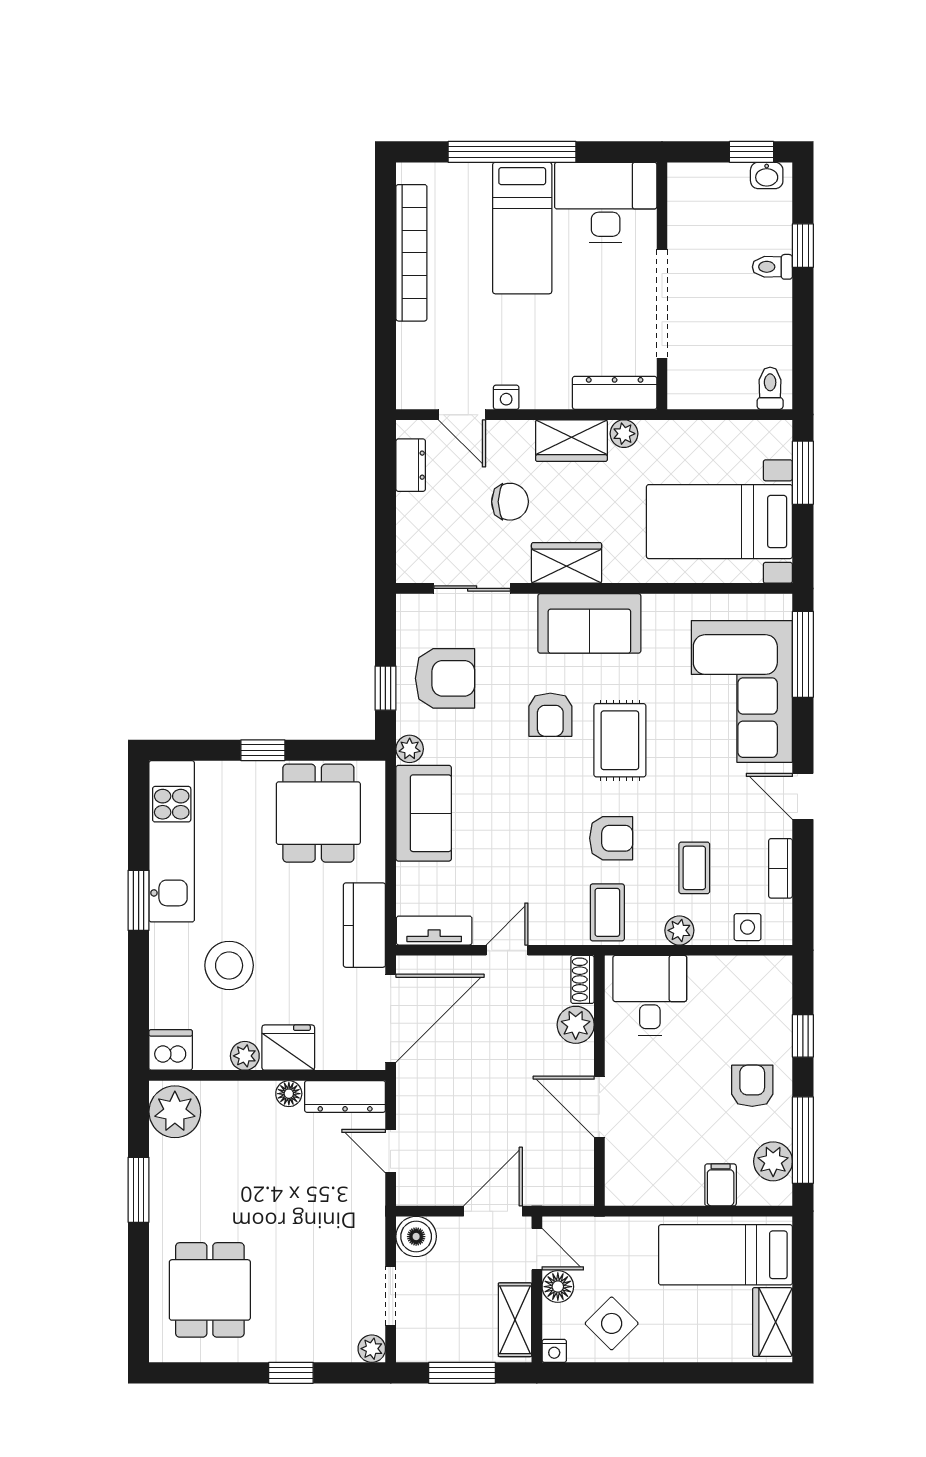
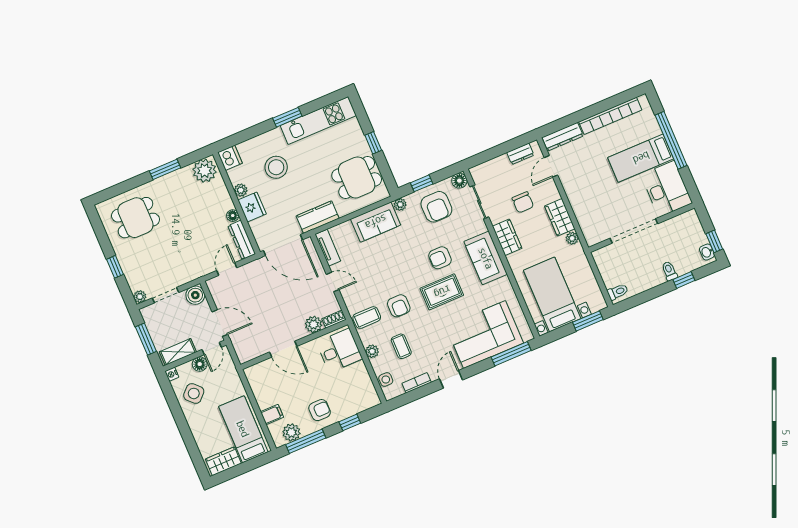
dresser: (615, 393) -> (563, 137), moved, turned 90
nightstand: (506, 397) -> (566, 182), removed
floor lamp: (412, 610) -> (459, 181), added
coffee table: (694, 868) -> (401, 346), turned 90
door: (599, 1107) -> (283, 349), swing flipped

